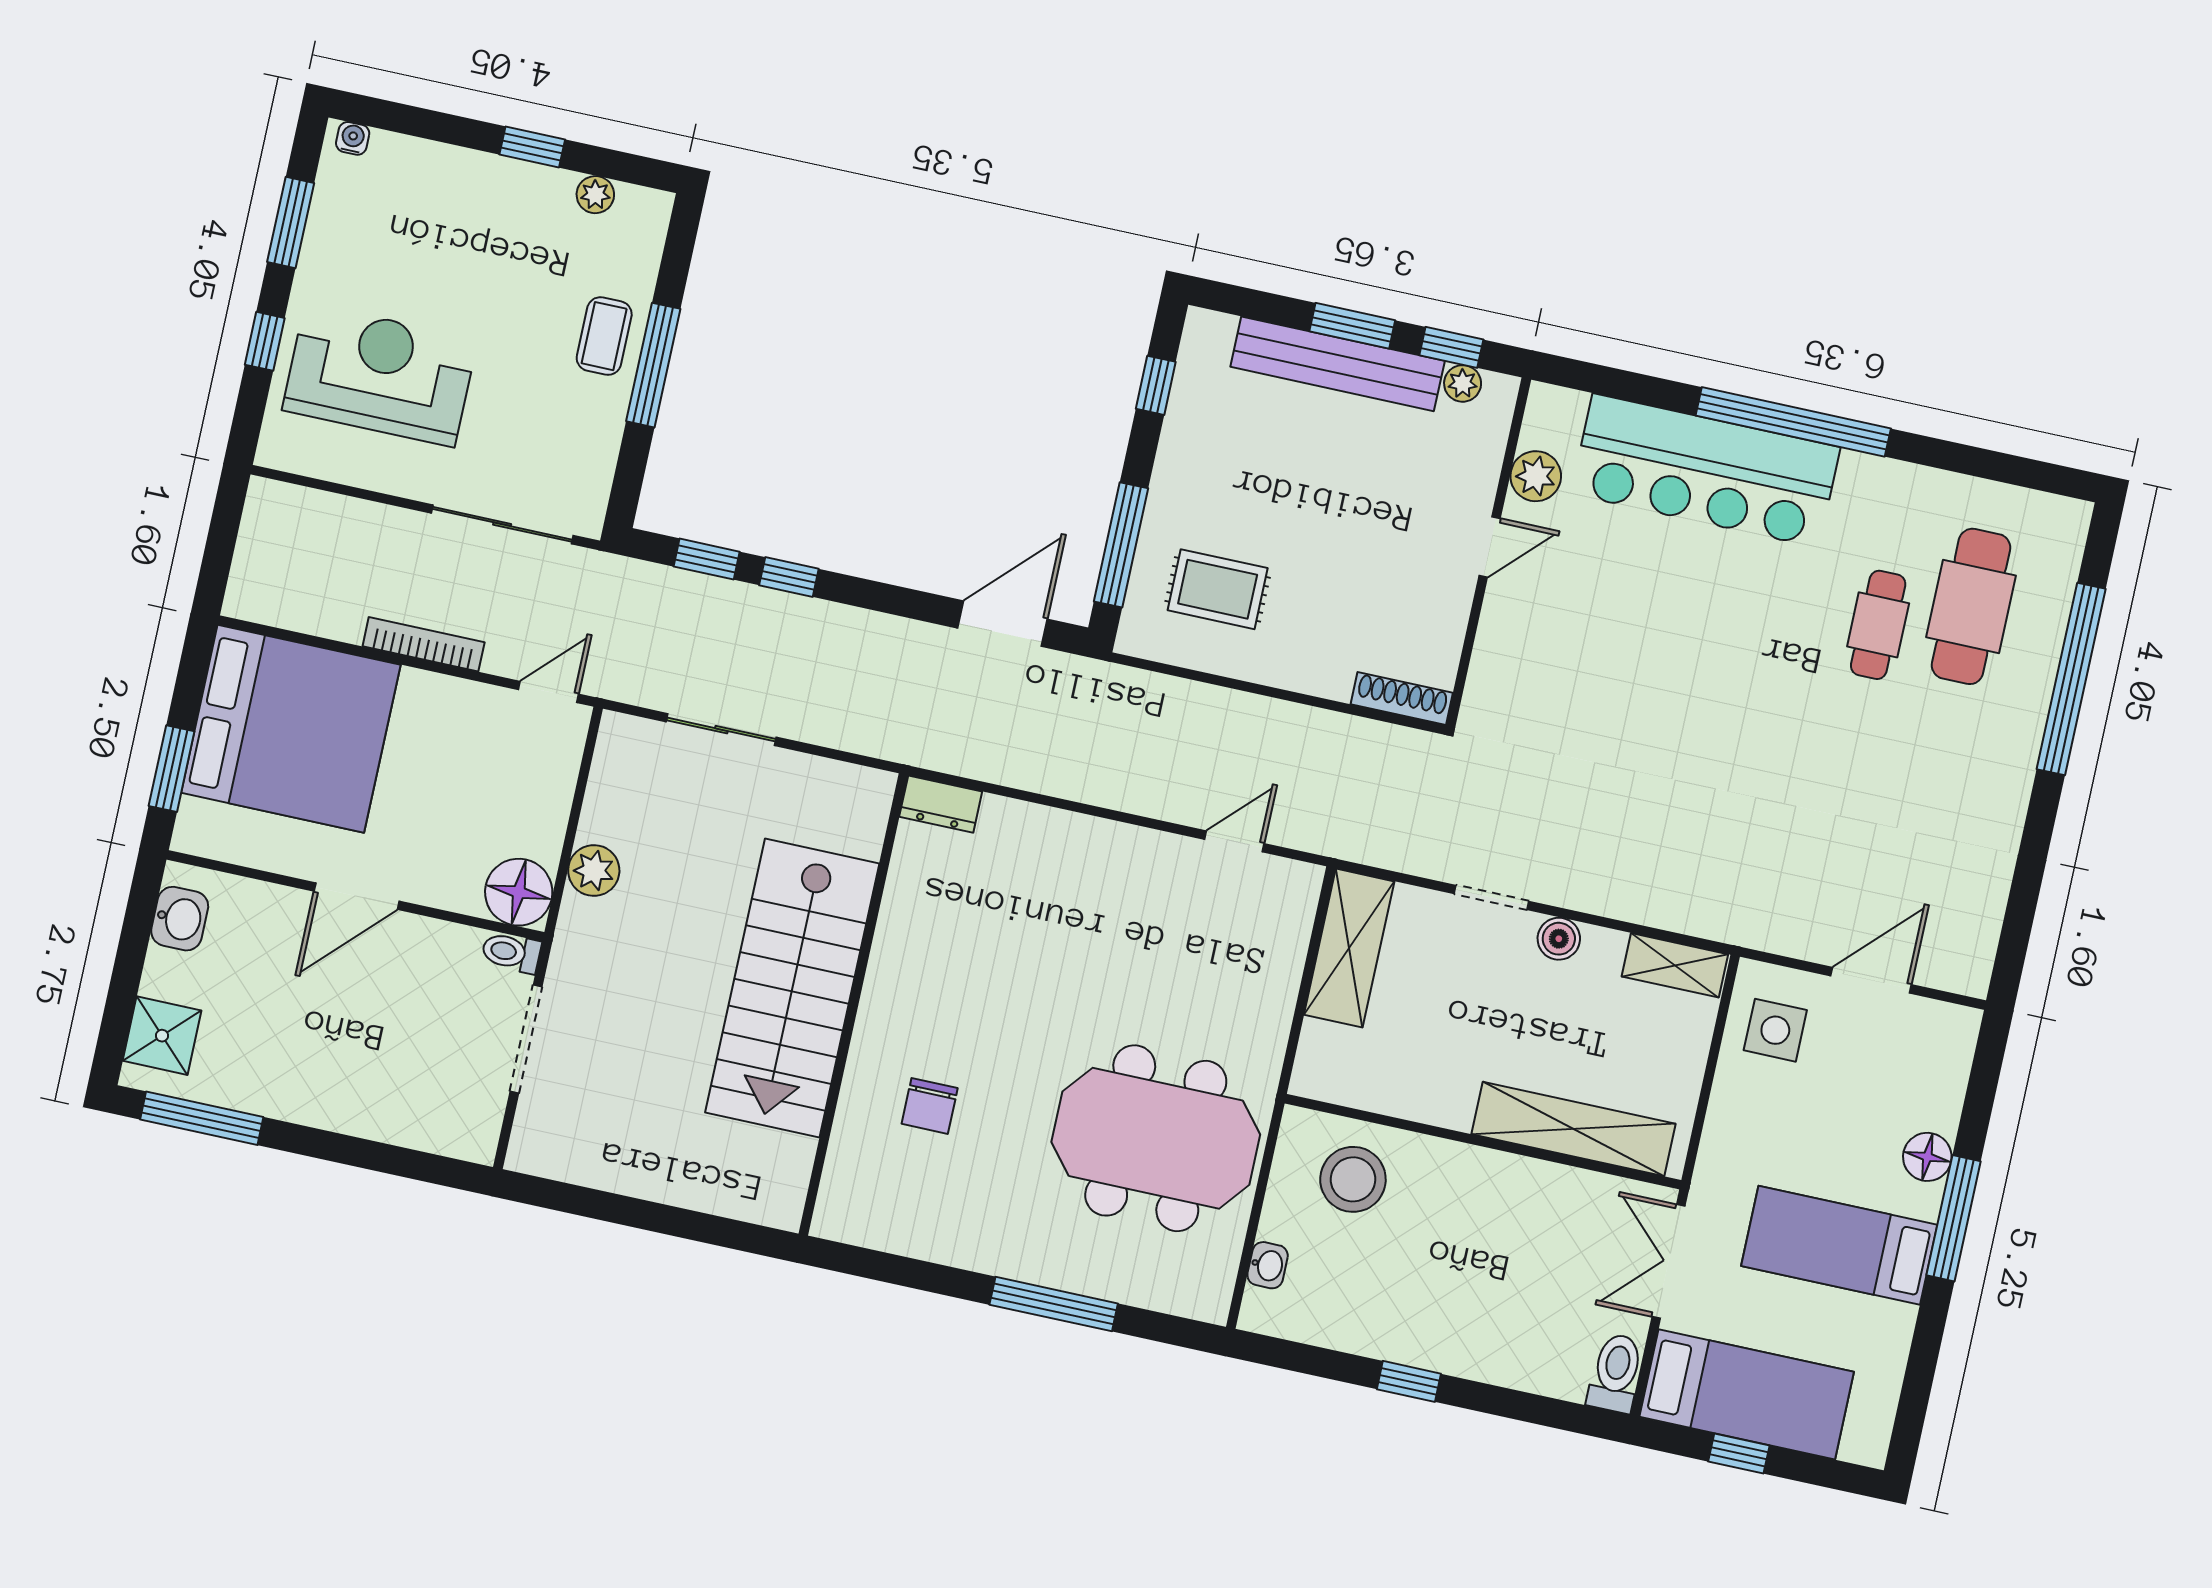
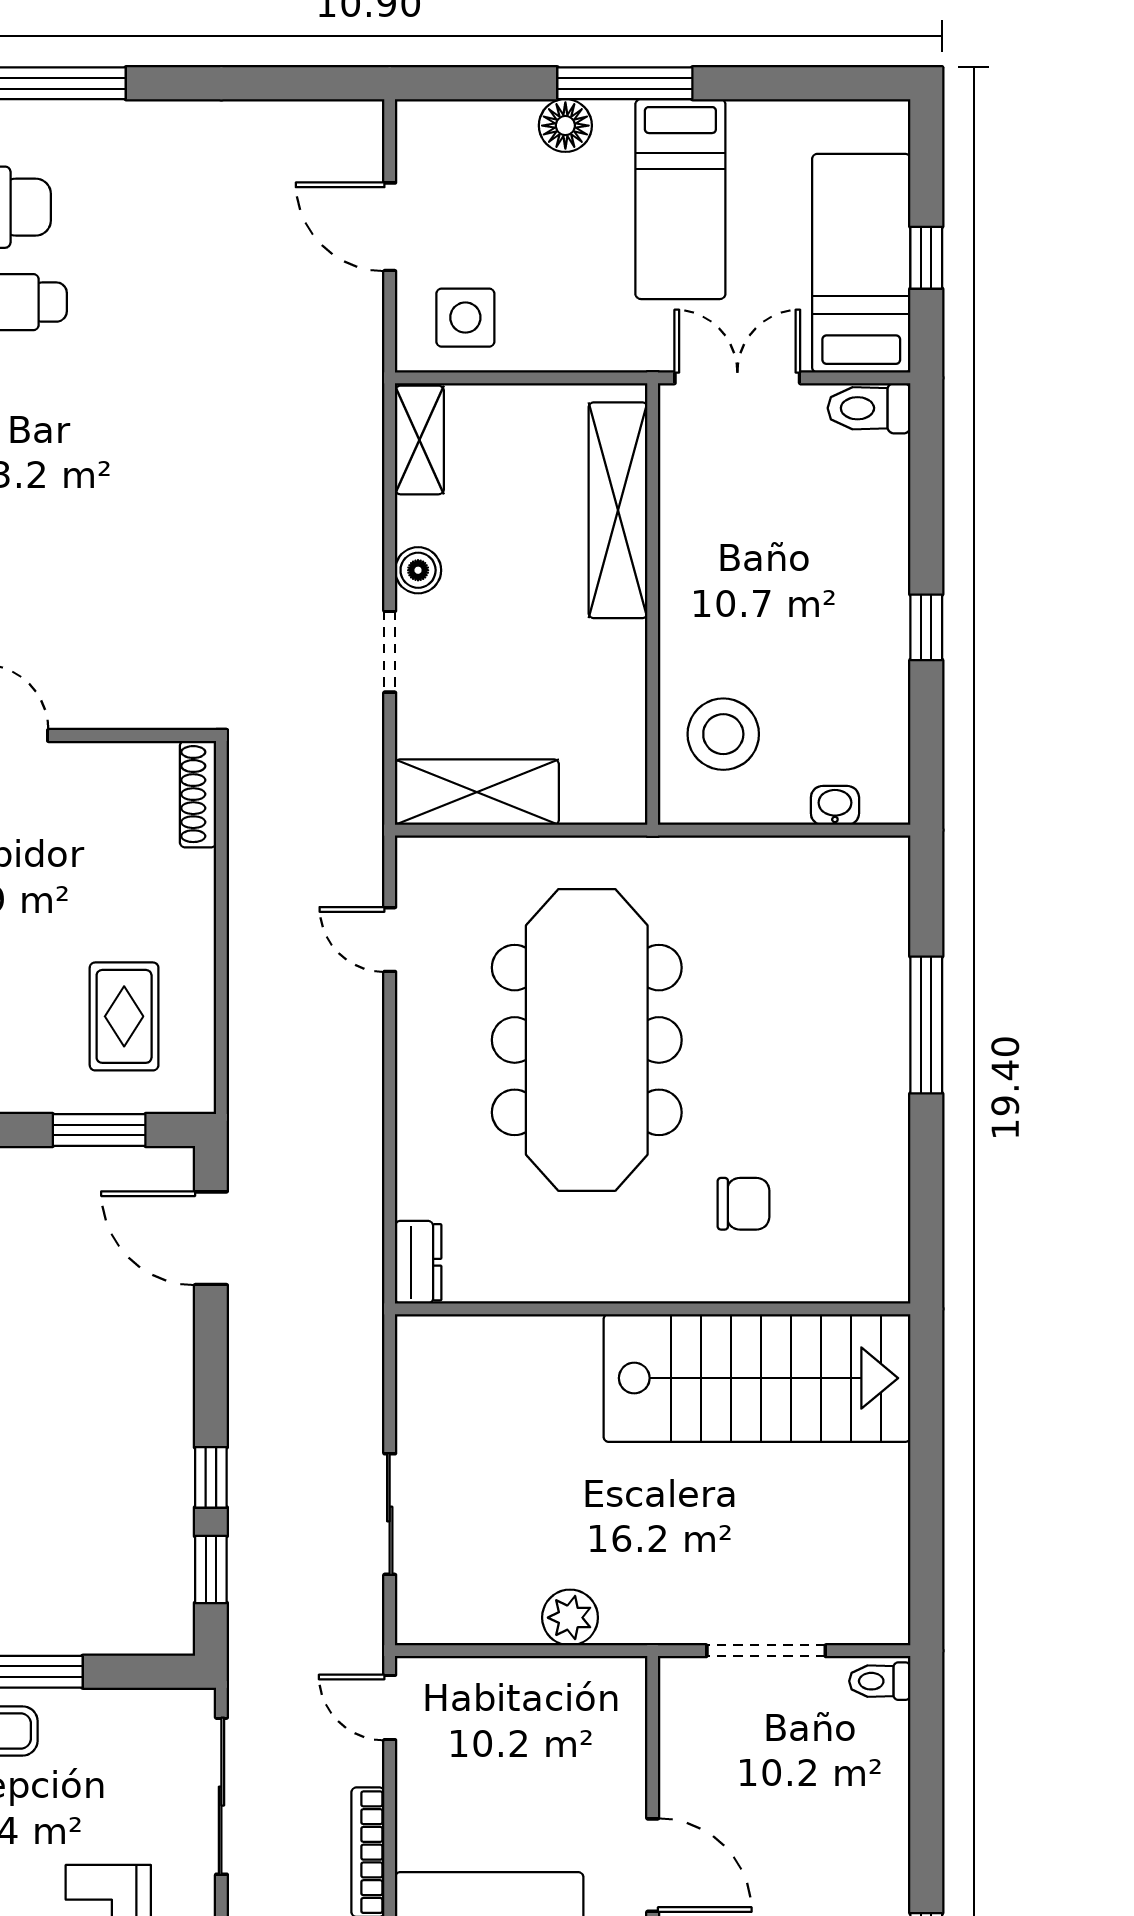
window: (1121, 545) -> (99, 1130), width x0.69
floor lamp: (519, 892) -> (611, 1693), removed
toilet: (511, 952) -> (880, 1681), moved, turned 90
stairs: (792, 988) -> (757, 1378), moved
meeting table: (1156, 1138) -> (587, 1040), moved, width x1.36
double door: (1668, 1261) -> (737, 378), swing flipped

